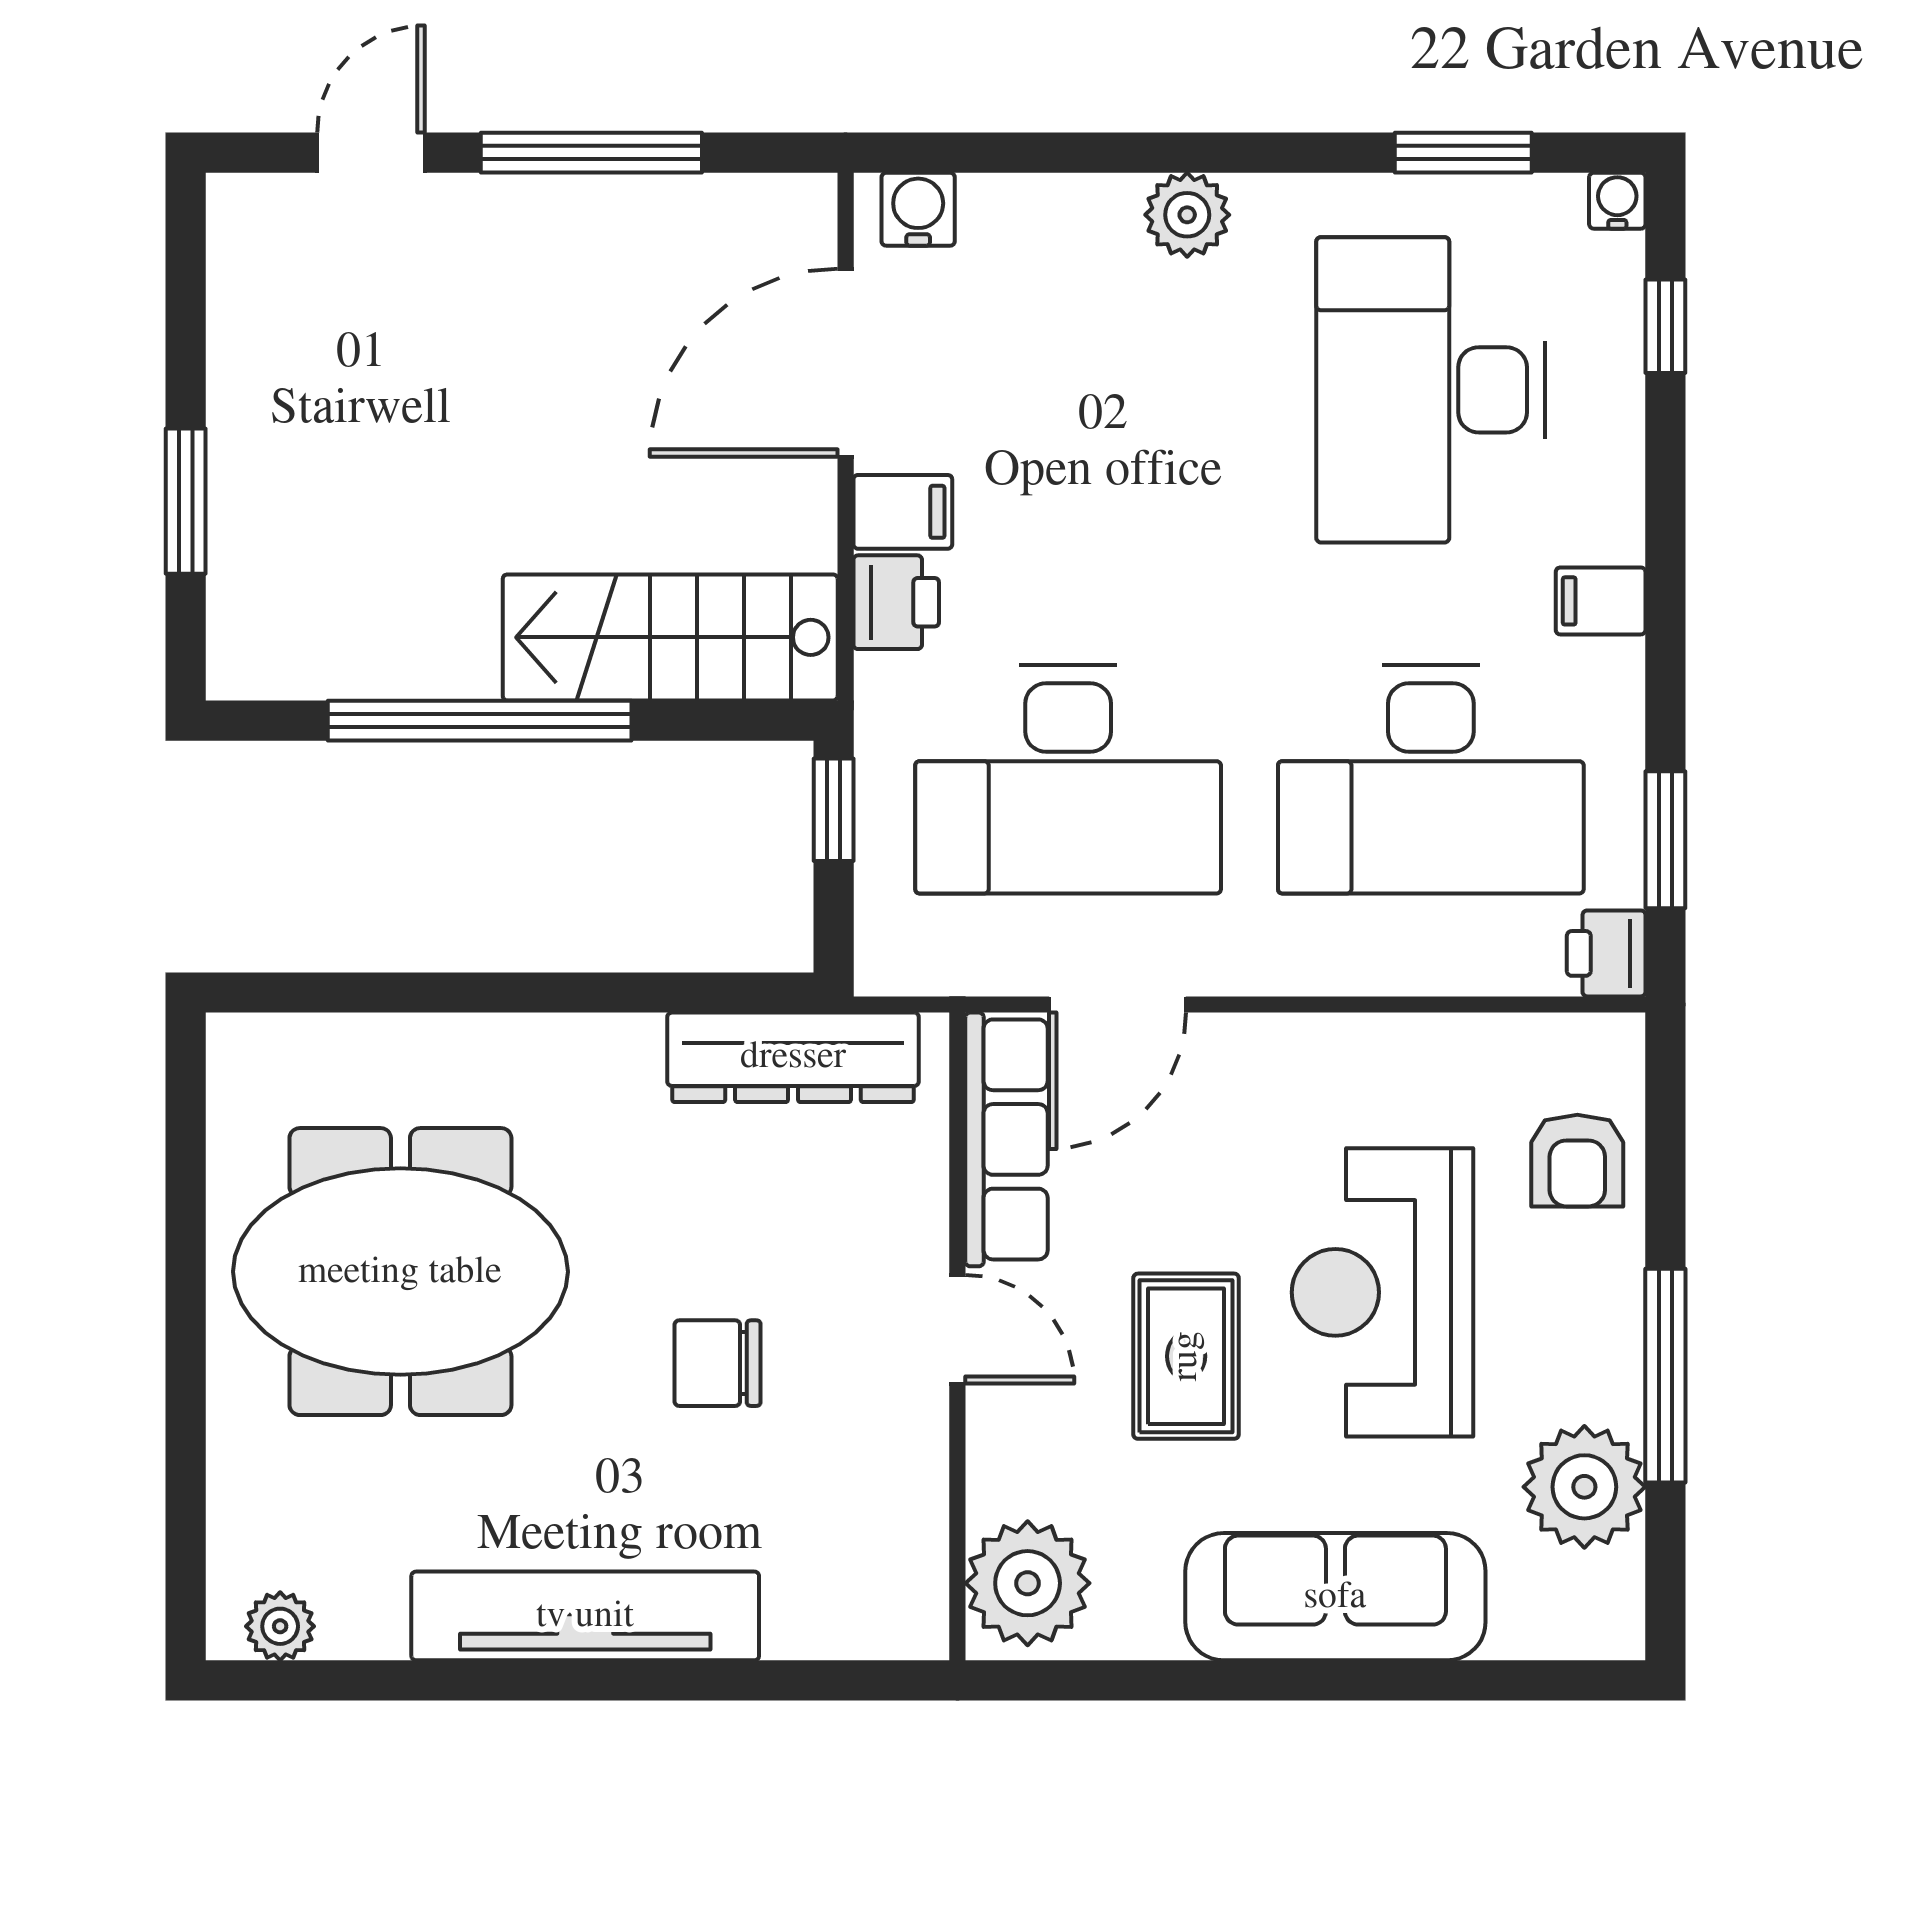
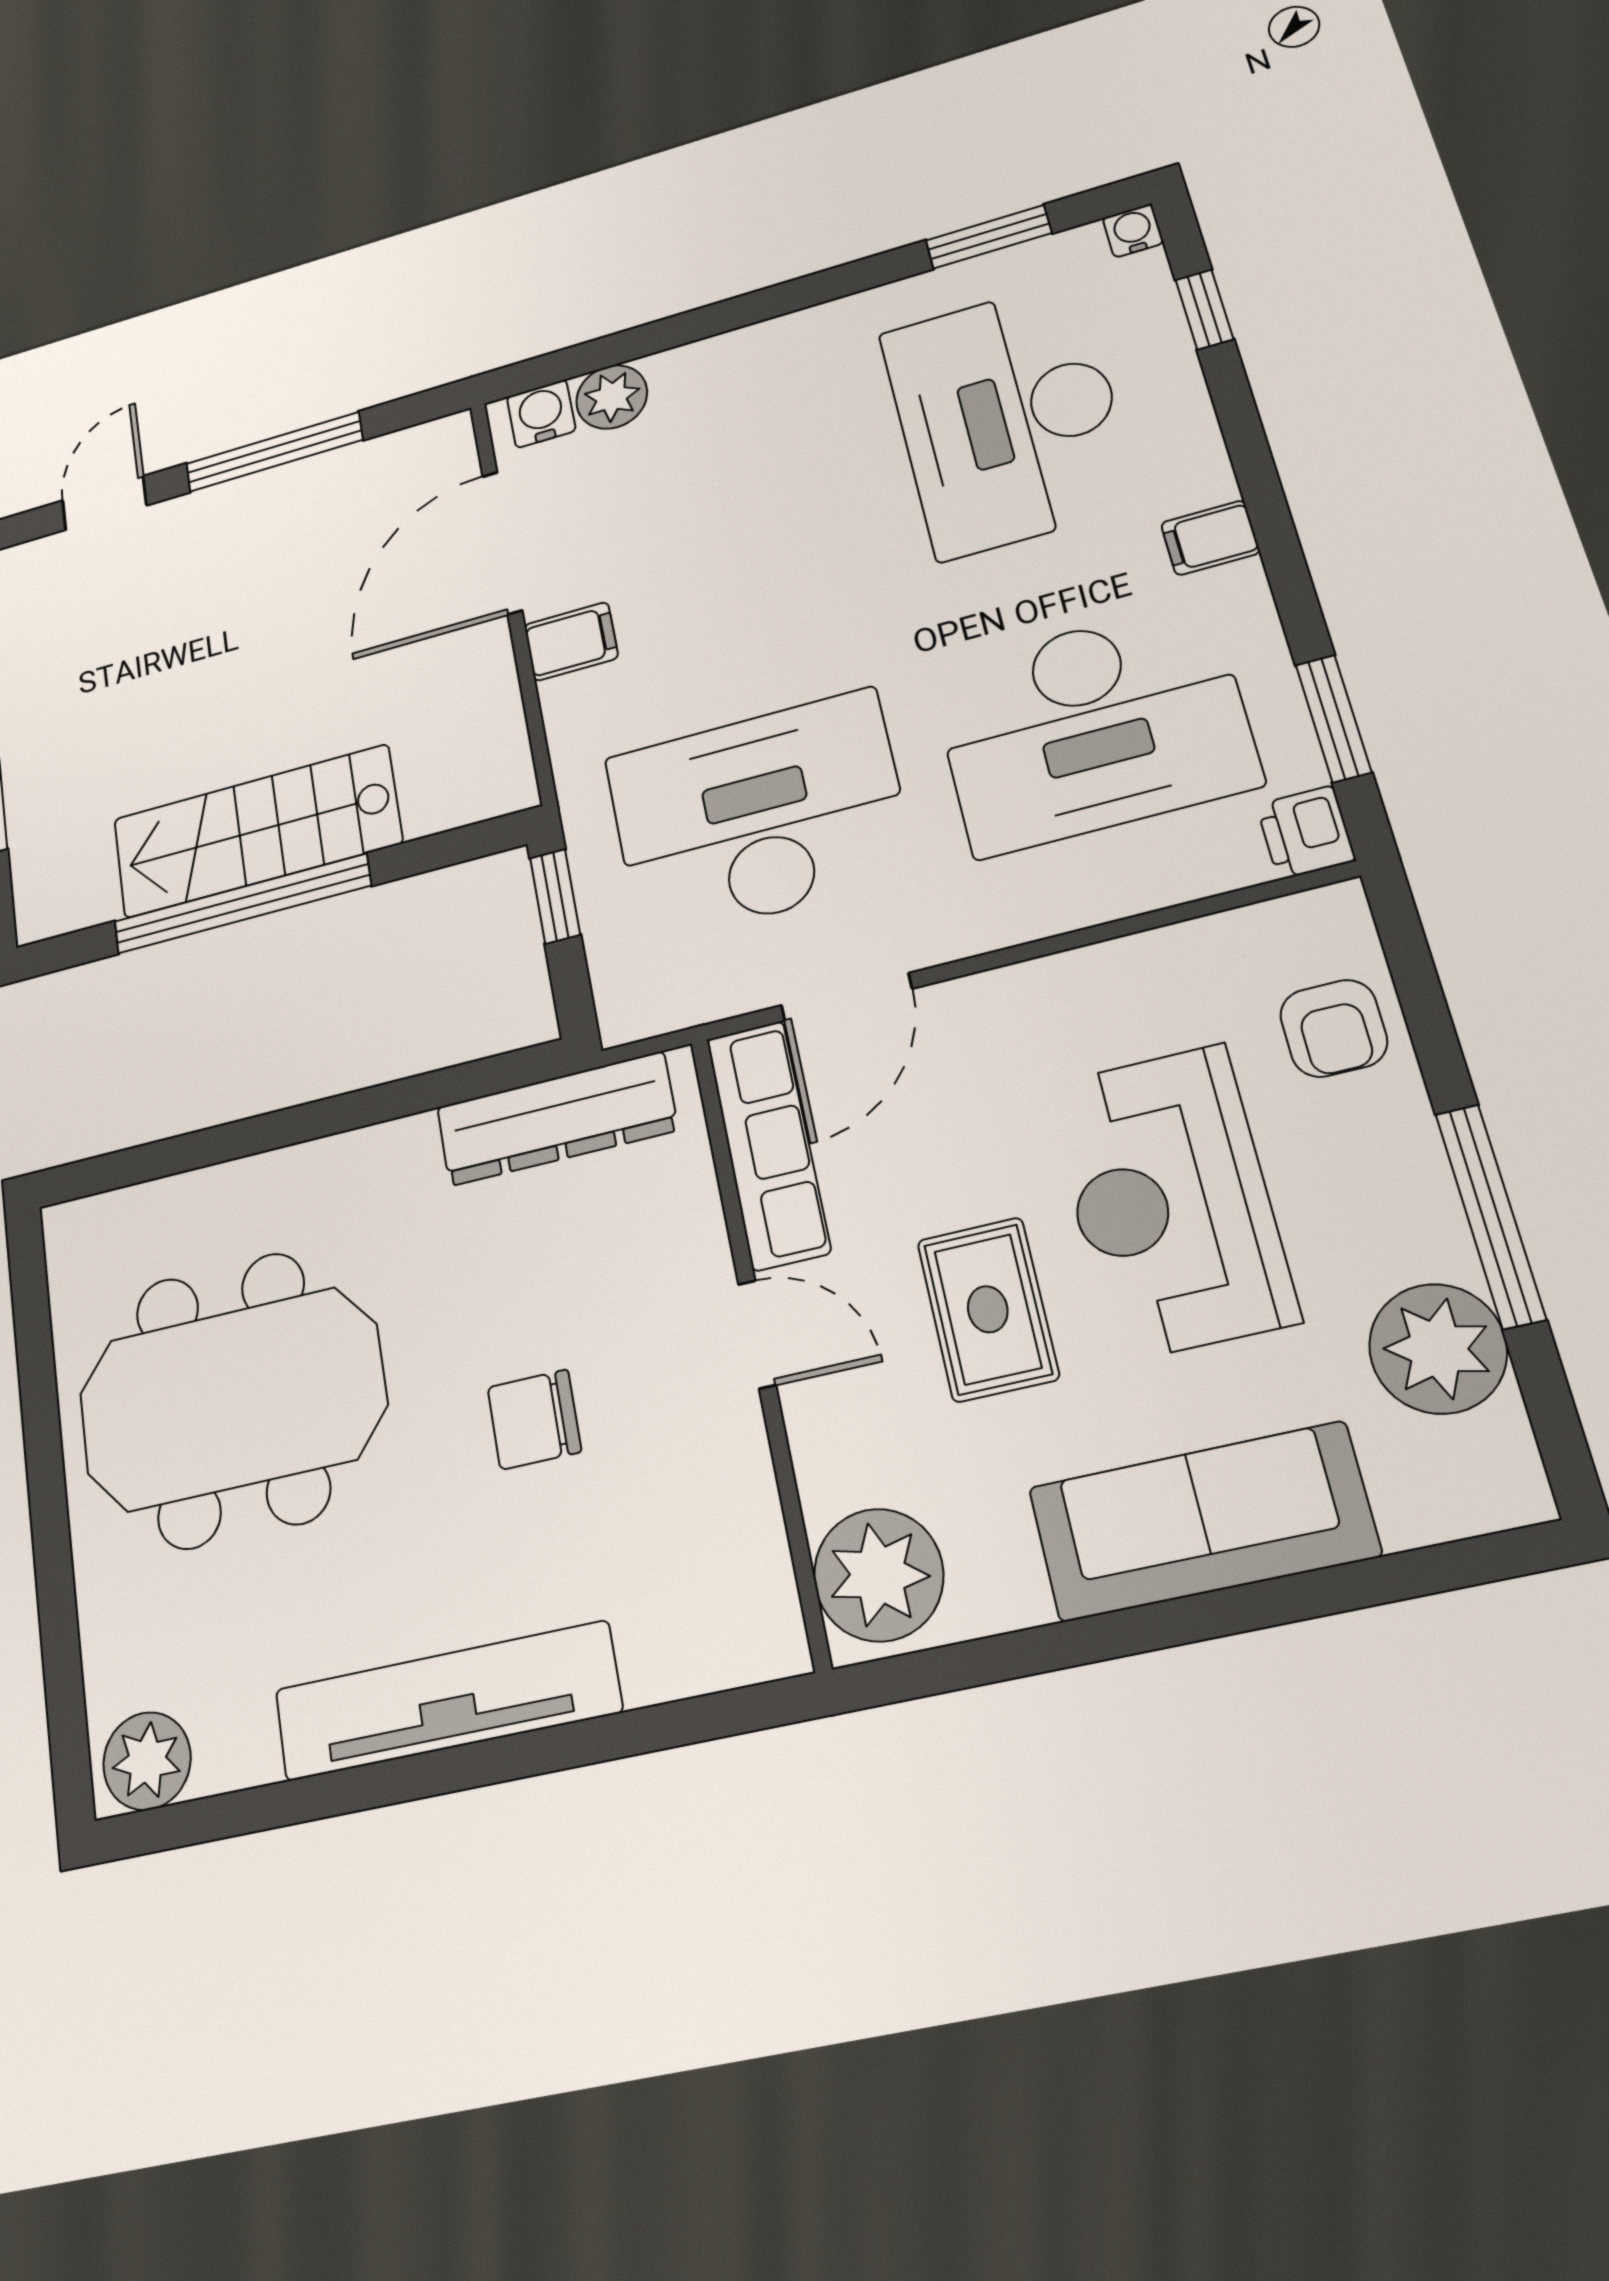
plant: (1187, 215) -> (612, 397), moved
printer: (896, 602) -> (579, 713), removed
stairs: (670, 637) -> (256, 831), moved
desk: (1068, 779) -> (759, 816), turned 180
plant: (280, 1626) -> (147, 1761), width x1.38, depth x1.38

